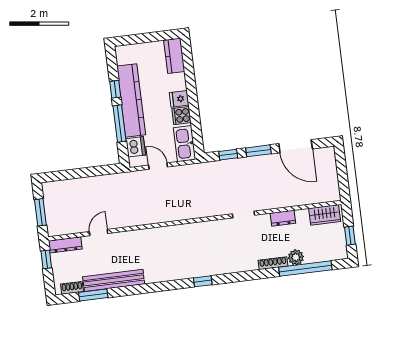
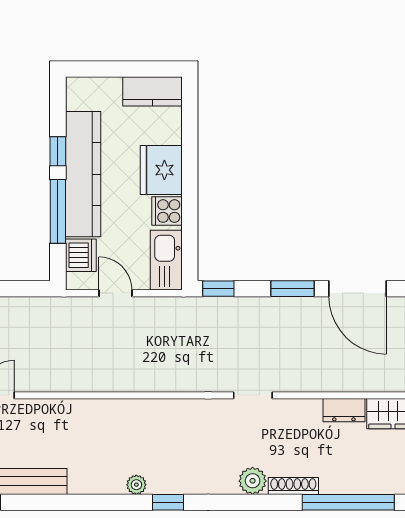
kitchen counter: (174, 56) -> (152, 91), moved, turned -90
fridge: (179, 99) -> (161, 170), width x1.88, depth x1.34
window: (228, 155) -> (218, 289), moved
dresser: (283, 218) -> (344, 410), moved
plant: (296, 257) -> (253, 481), moved
plant: (184, 274) -> (136, 485), added

